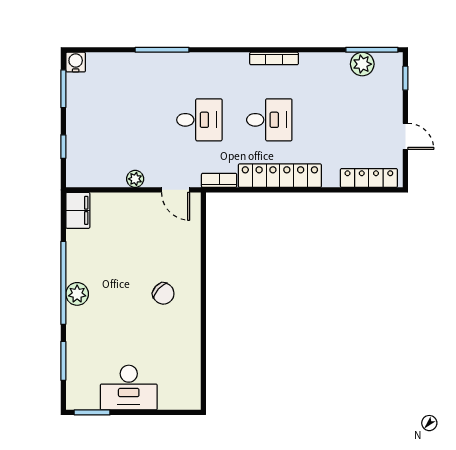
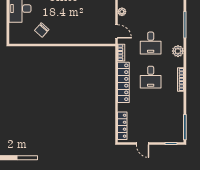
plant: (362, 64) -> (178, 51), moved
door: (405, 136) -> (143, 143), hinge flipped
door: (176, 190) -> (116, 31), swing flipped
chair: (163, 294) -> (42, 30), moved

